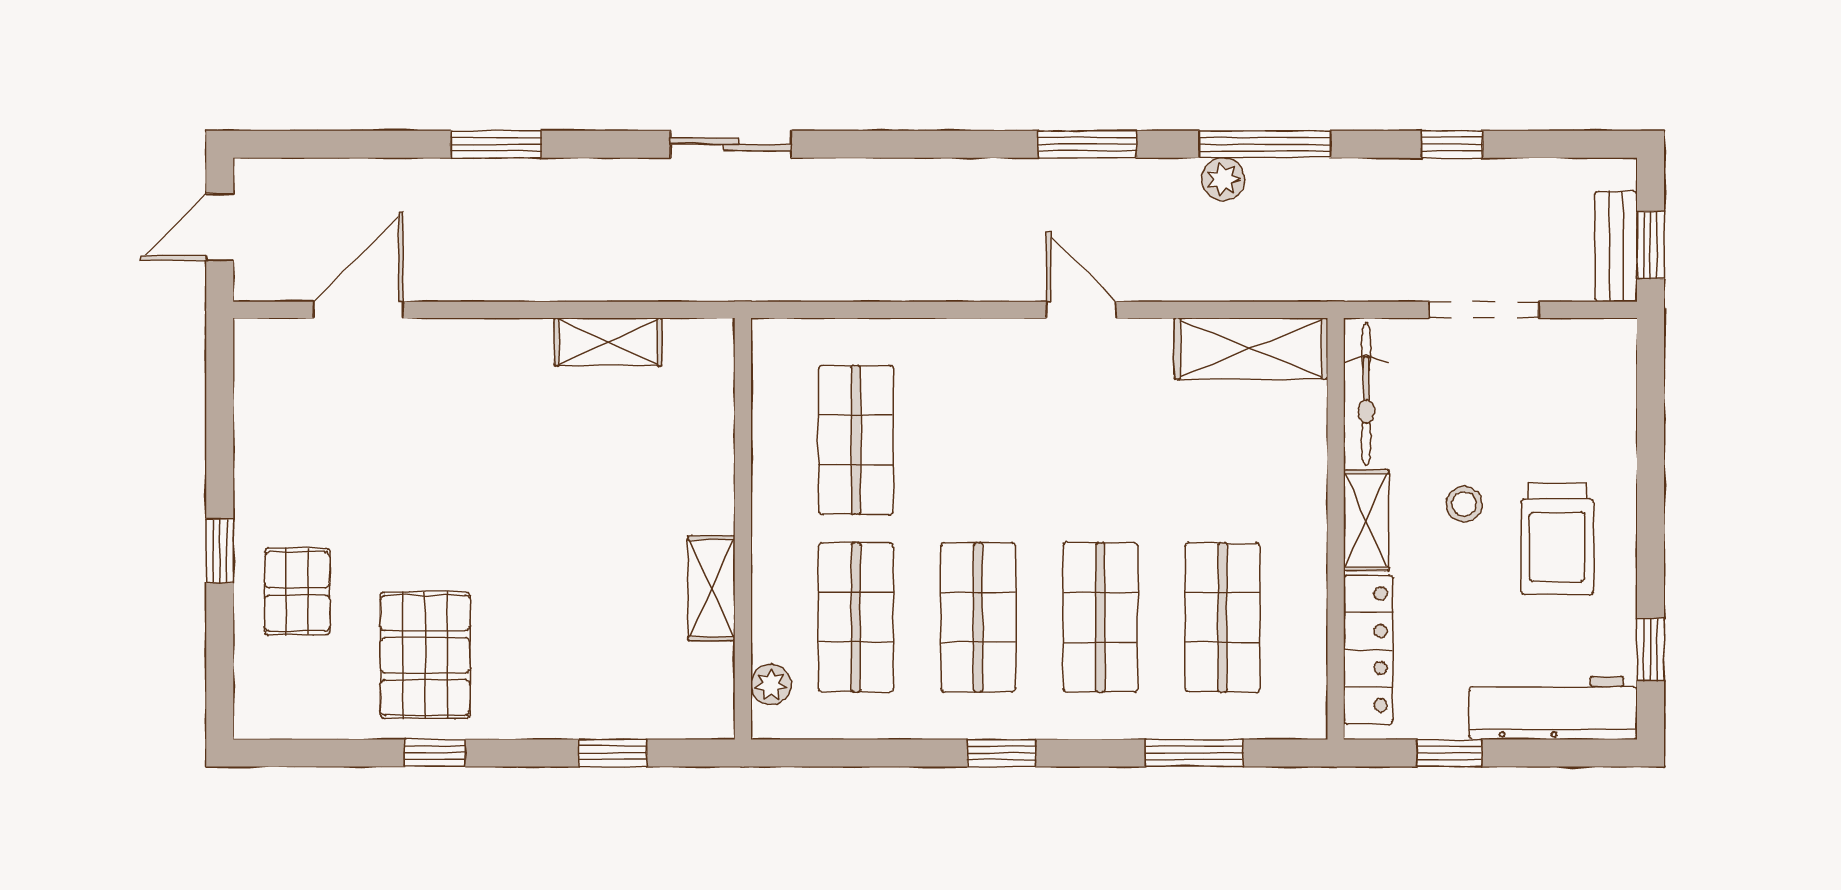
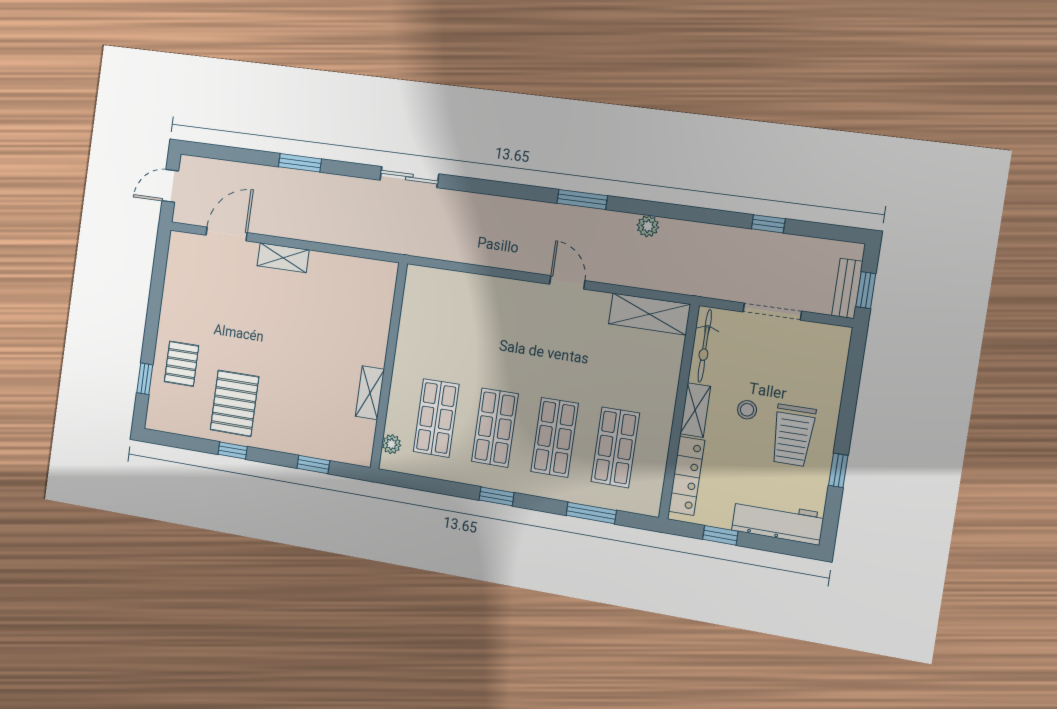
window: (1265, 144) -> (672, 211), removed
shelving: (608, 342) -> (283, 258), moved
shop shelf: (856, 440) -> (448, 331), removed
window: (220, 551) -> (145, 379), moved
window: (1651, 650) -> (838, 470), moved

